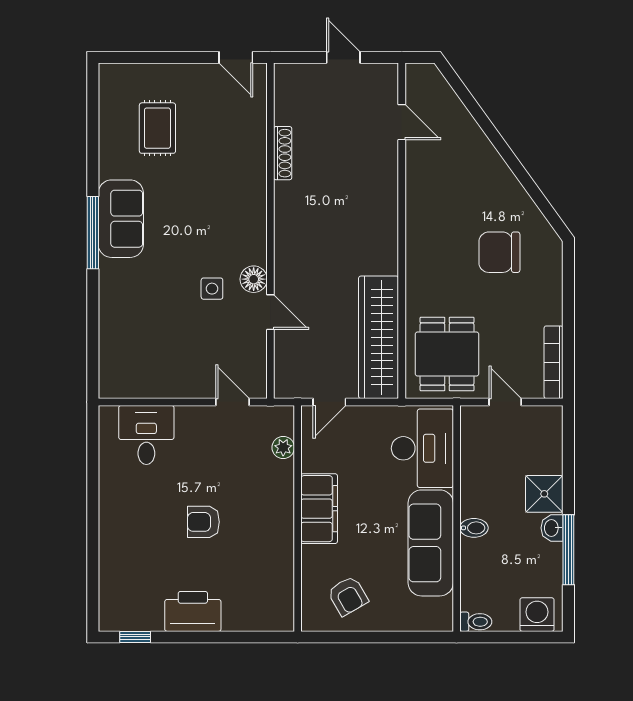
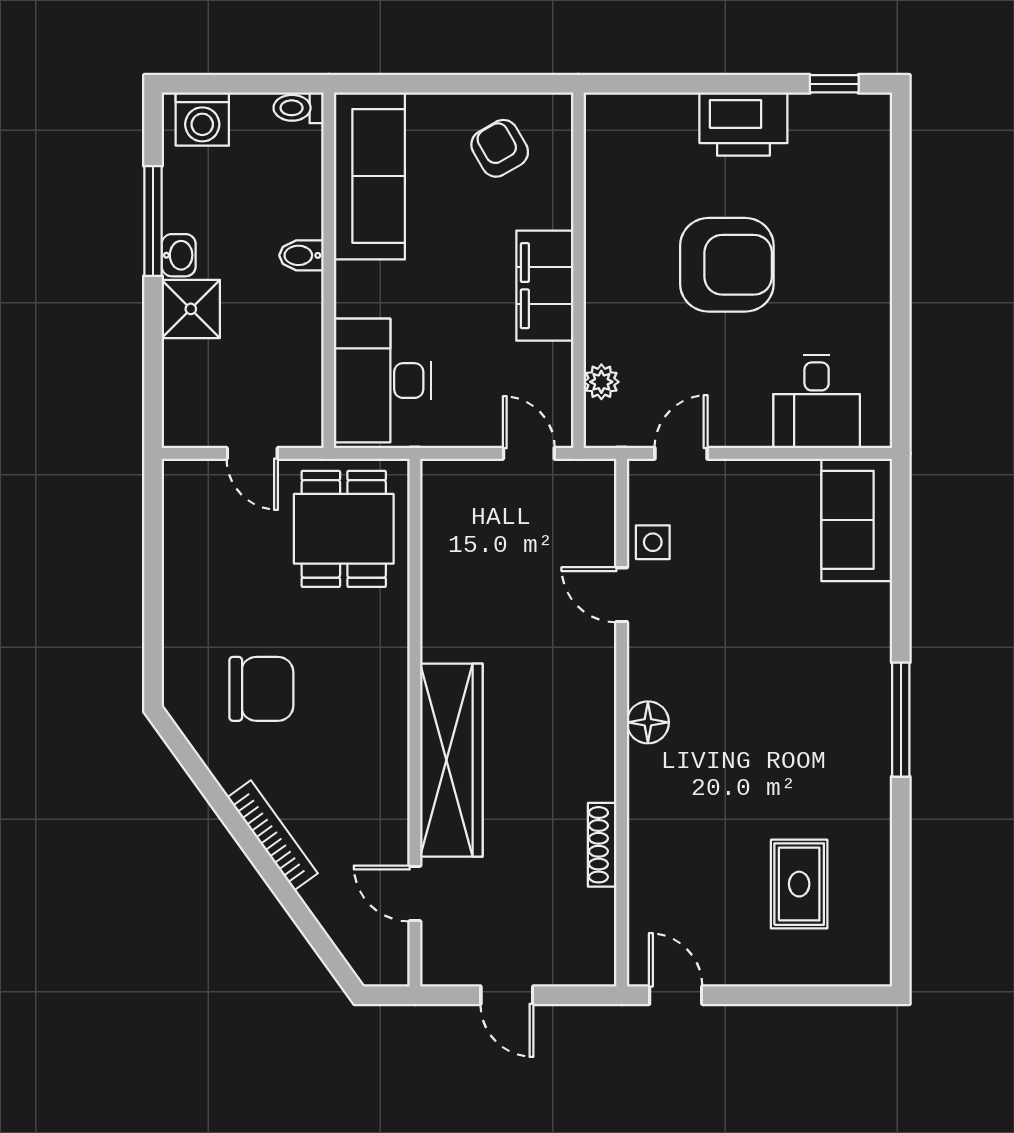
sofa: (121, 219) -> (857, 520), moved
floor lamp: (254, 279) -> (648, 722), moved
side table: (212, 289) -> (653, 542), moved
wardrobe: (379, 337) -> (451, 760), moved
bookcase: (553, 362) -> (272, 835), moved, turned -36
door: (233, 402) -> (681, 453), swing flipped
door: (329, 402) -> (529, 453), hinge flipped
armchair: (203, 522) -> (727, 265), width x1.88, depth x1.88
sofa: (431, 543) -> (369, 176), moved

